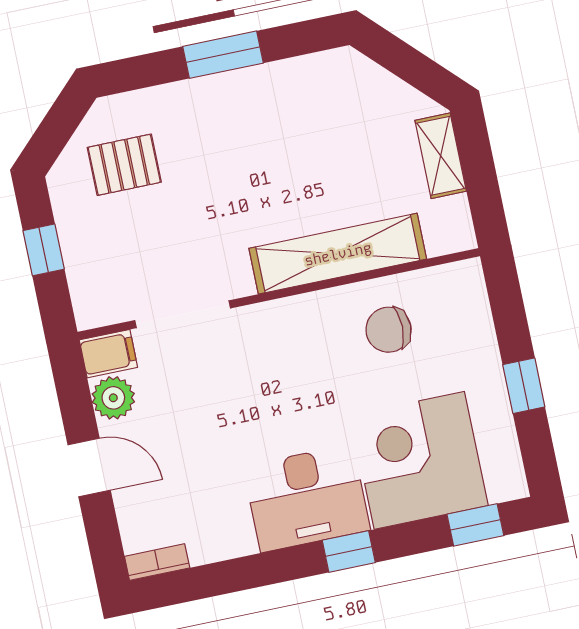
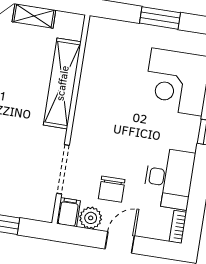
chair: (389, 330) -> (112, 189), moved
window: (524, 386) -> (160, 18), width x1.50
desk: (307, 498) -> (169, 178), moved

